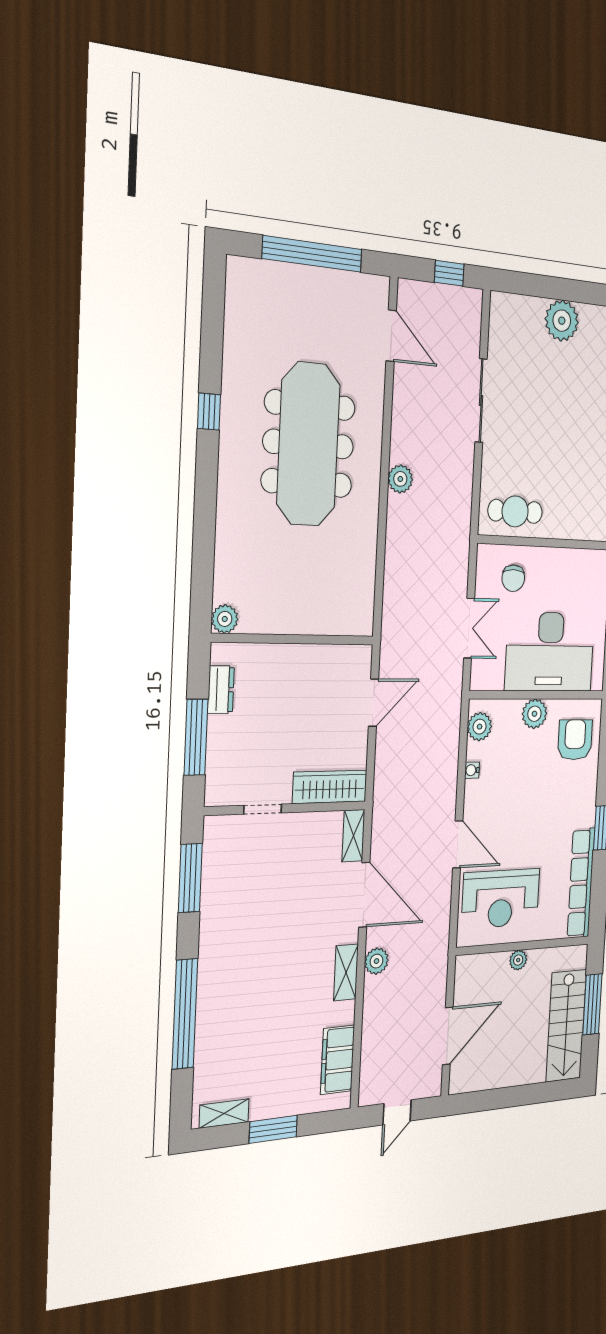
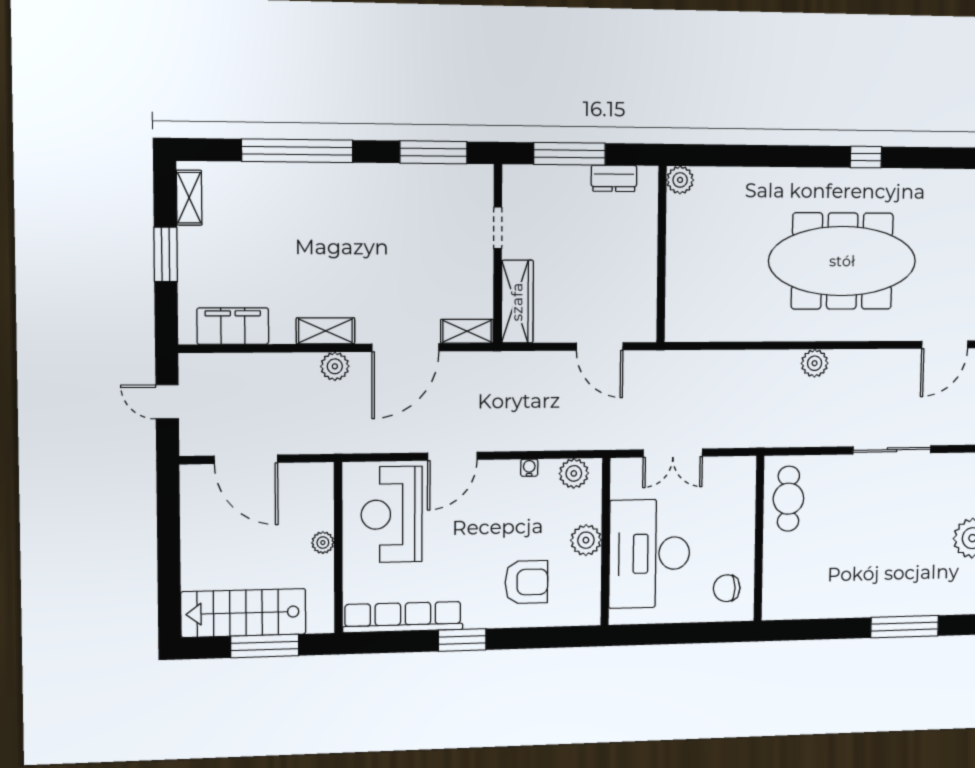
chair: (513, 578) -> (727, 588), moved
armchair: (575, 740) -> (526, 582), moved

